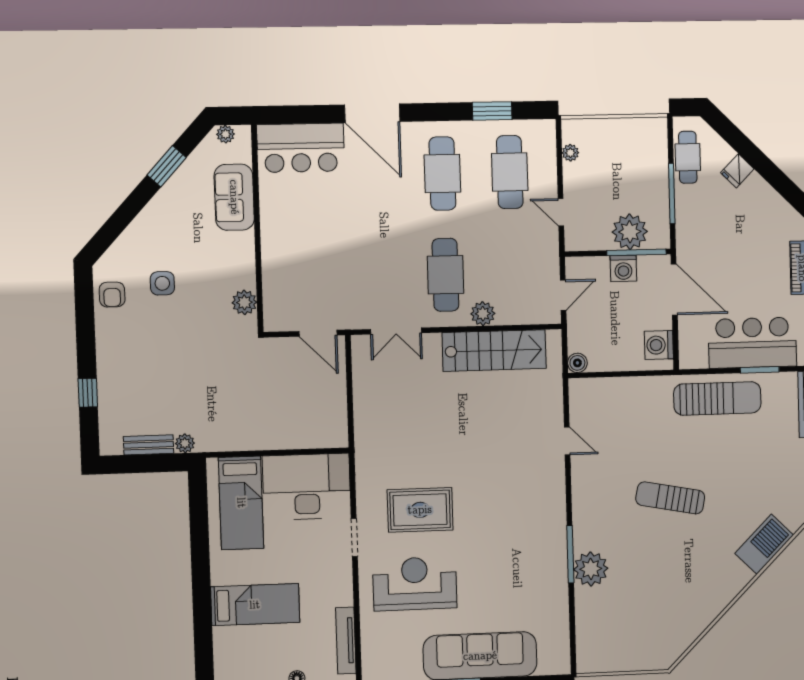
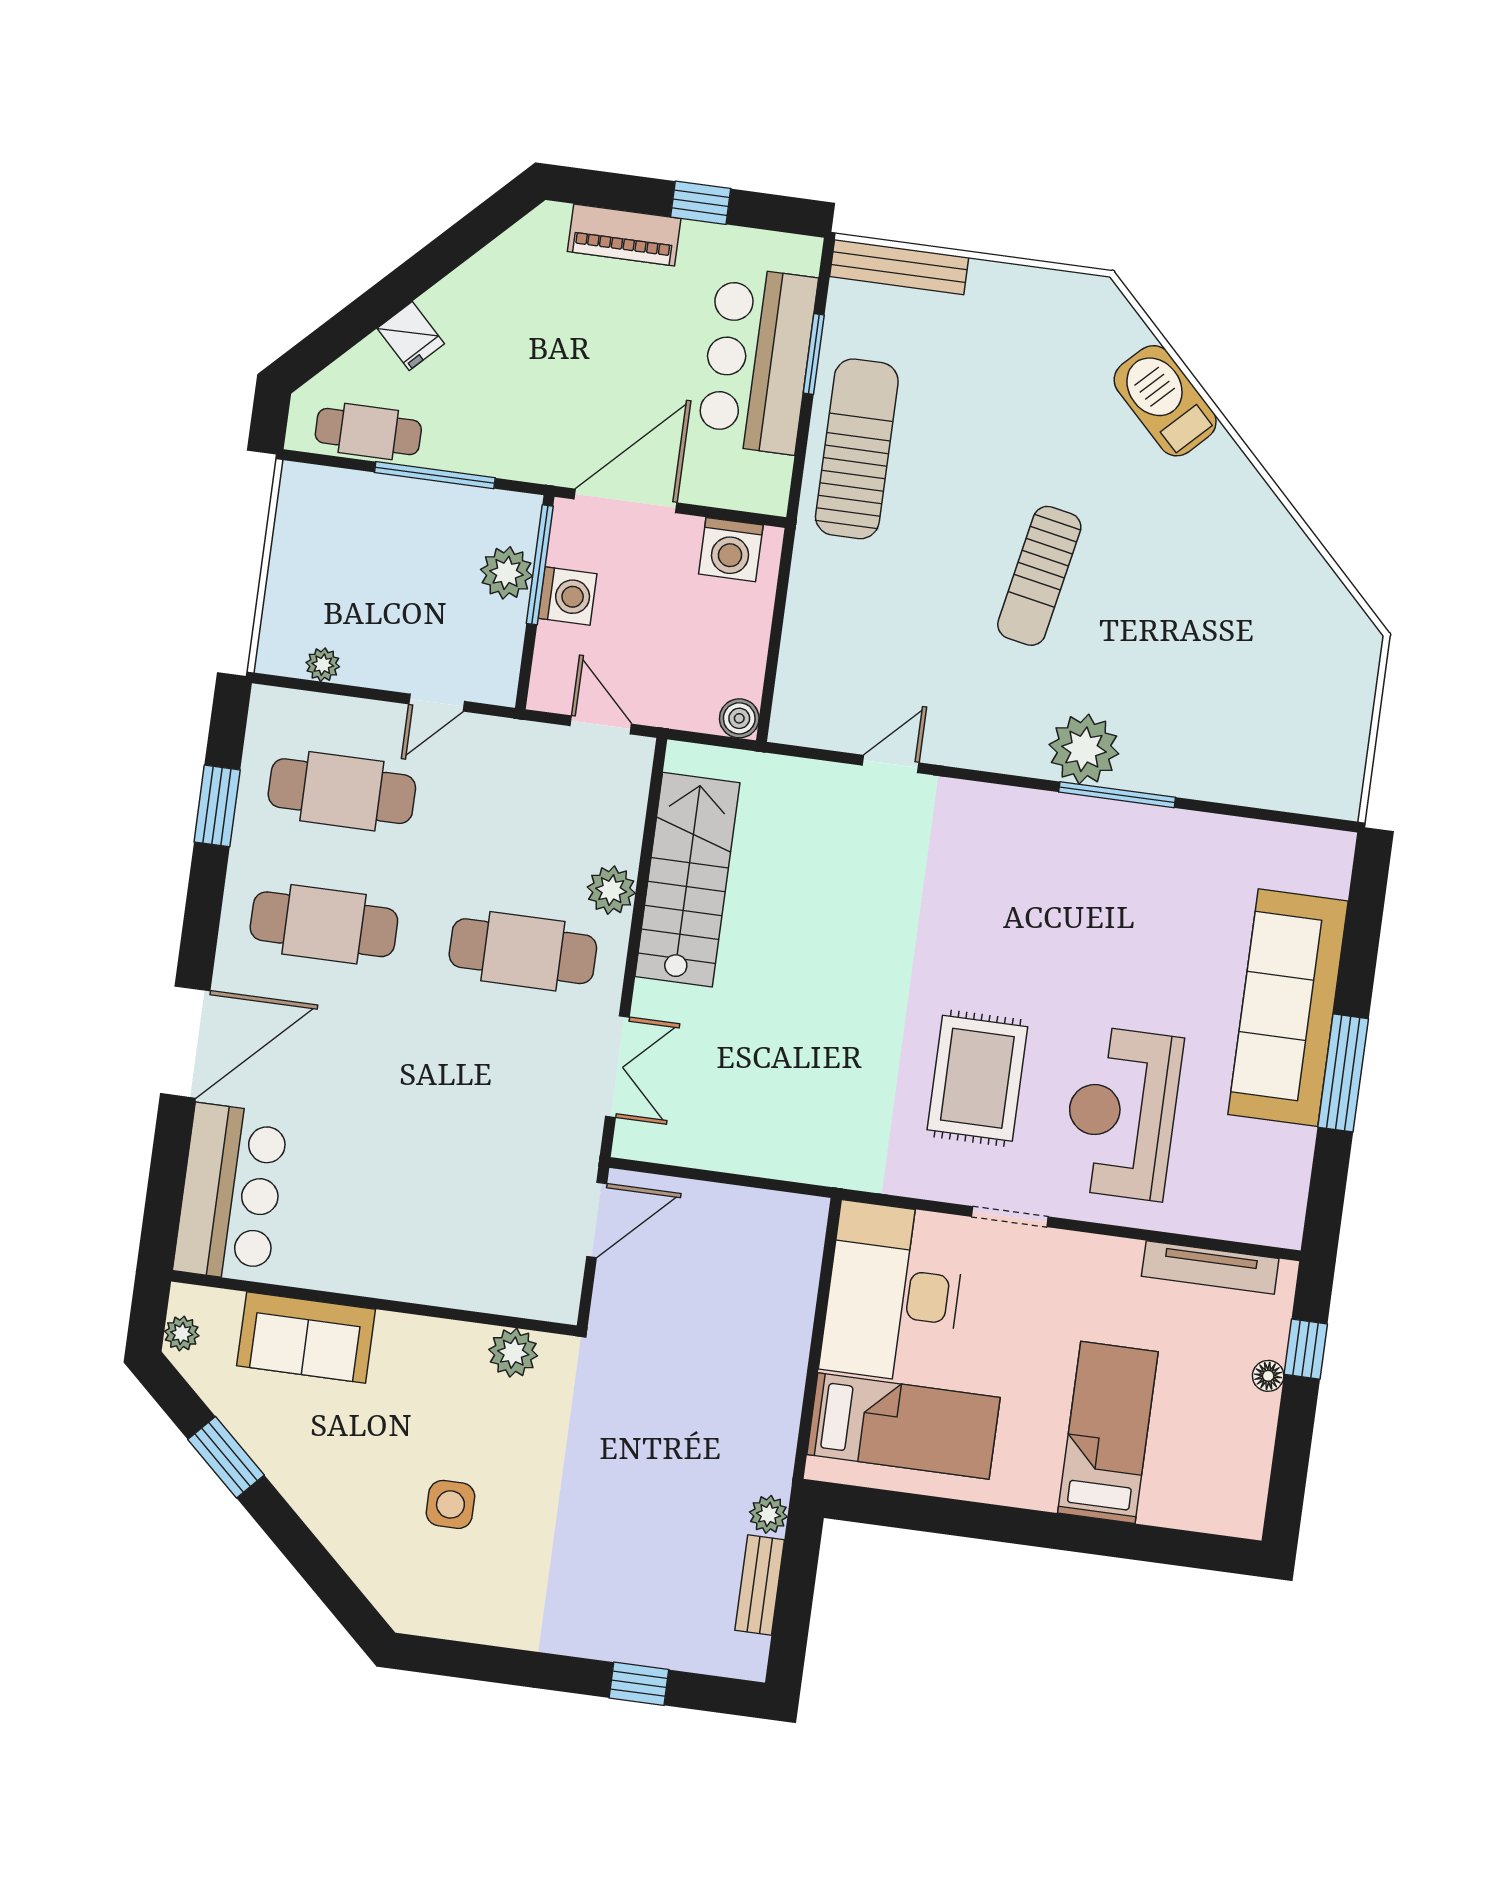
plant: (630, 232) -> (506, 573), width x0.73, depth x0.73
armchair: (112, 295) -> (457, 1604), removed
plant: (591, 569) -> (1084, 749), moved

